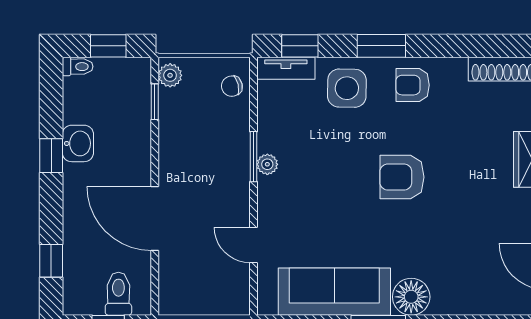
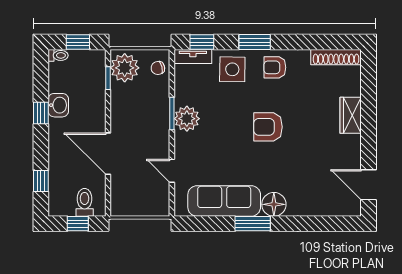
plant: (170, 75) -> (125, 68), width x1.88, depth x1.88
plant: (267, 164) -> (187, 119), width x1.88, depth x1.88

